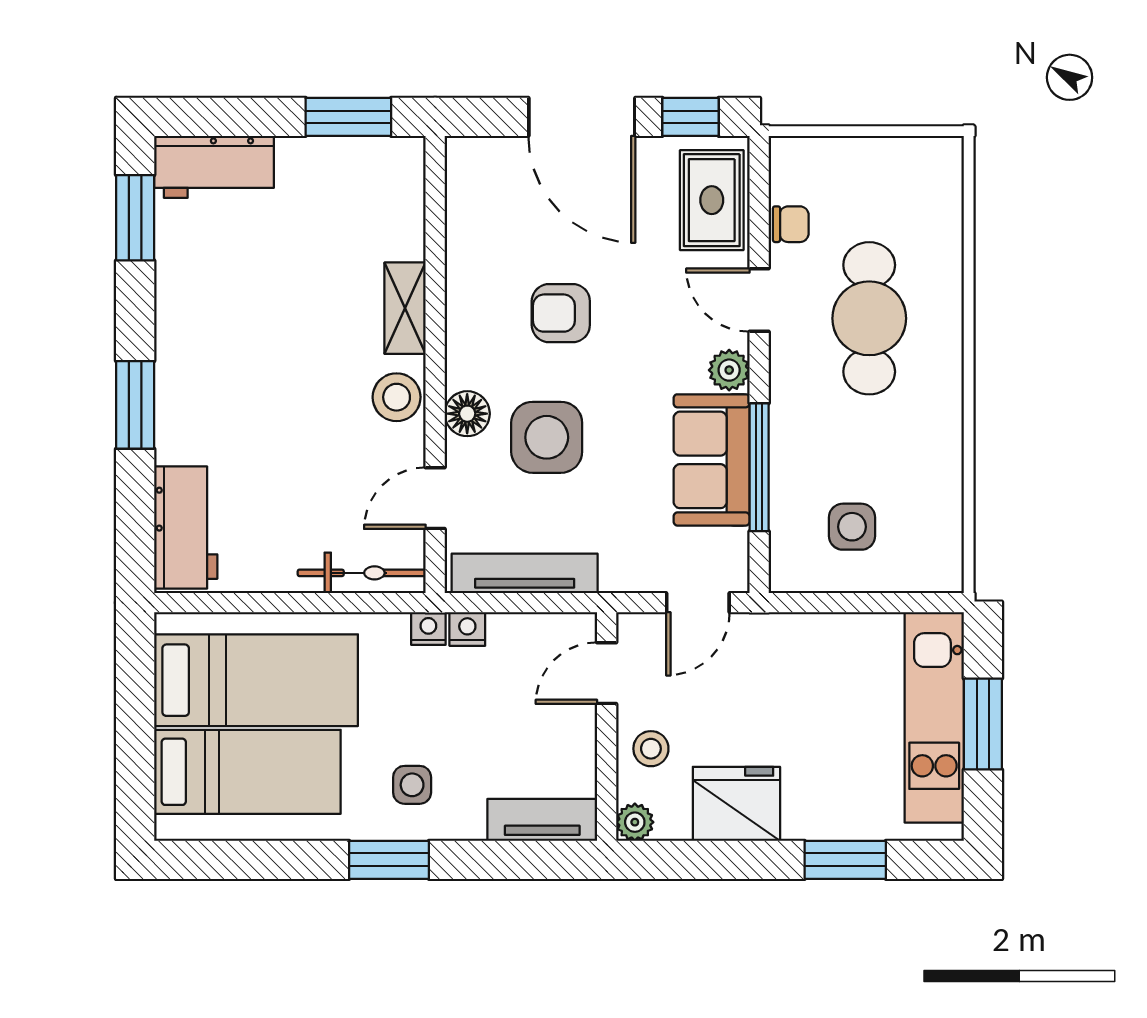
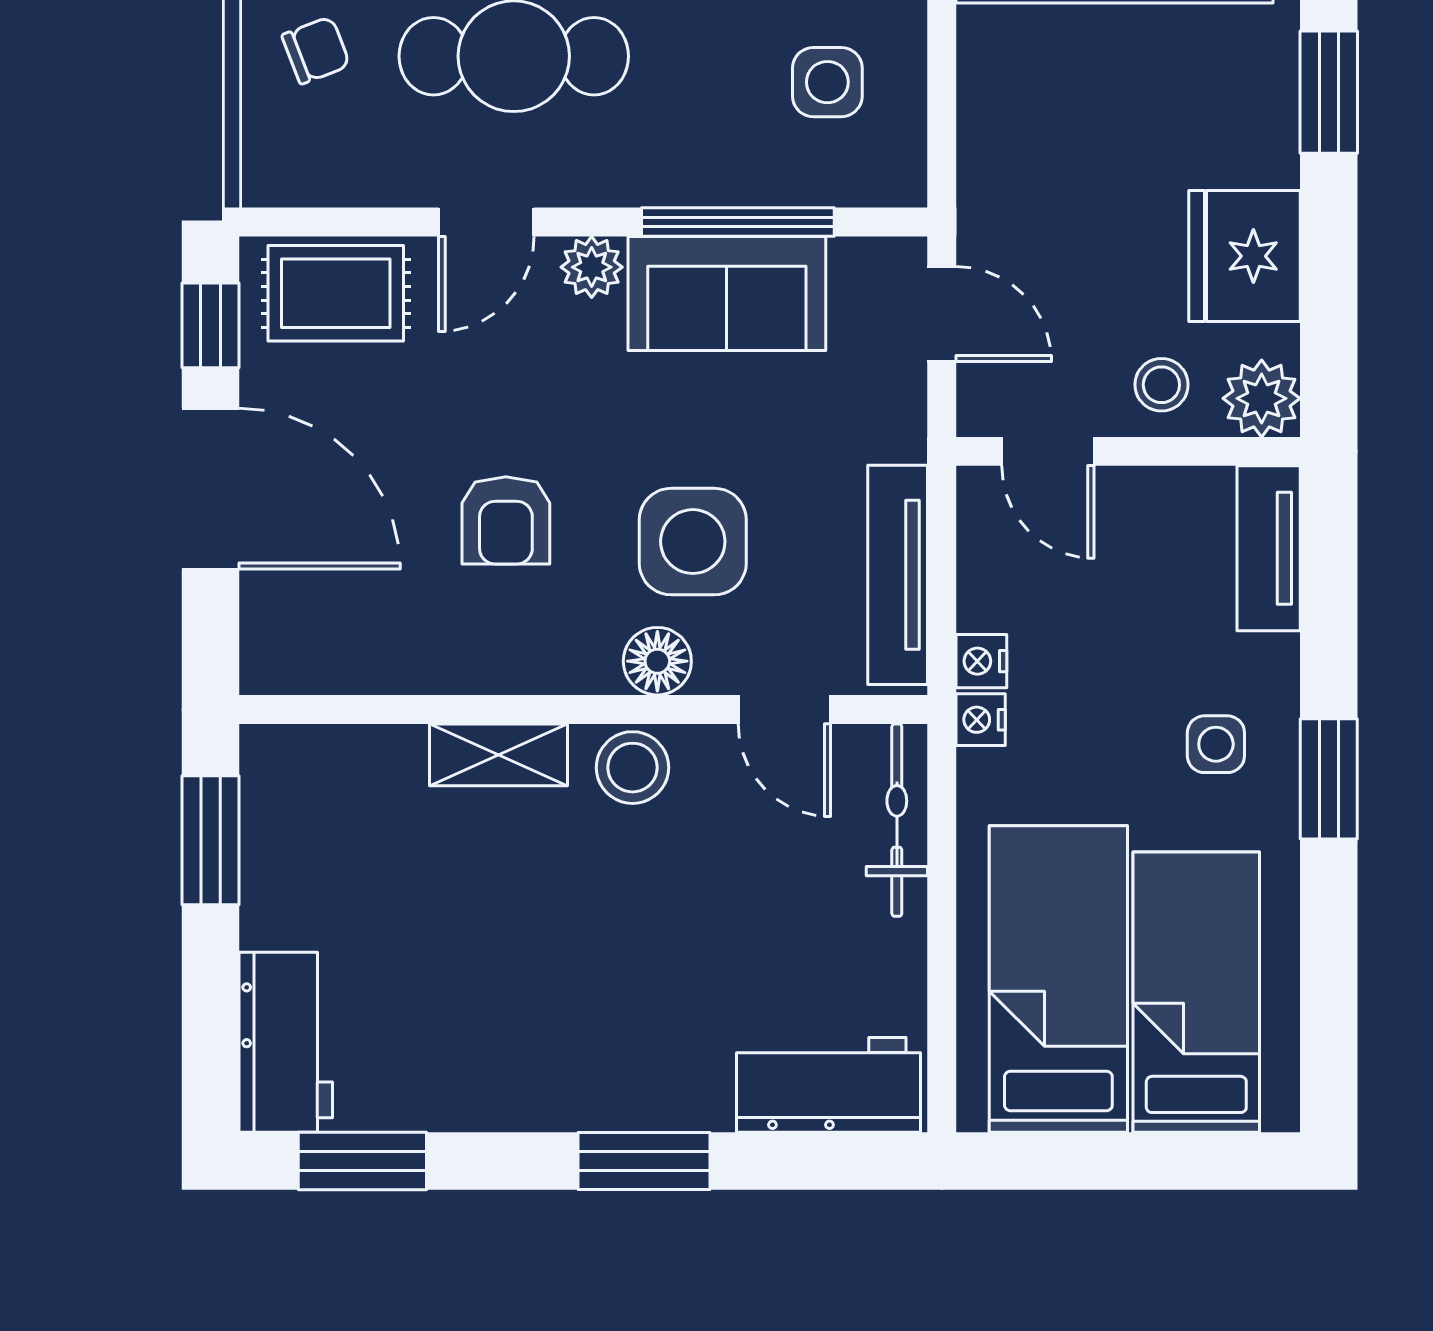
door: (582, 117) -> (211, 489), hinge flipped
chair: (791, 224) -> (316, 50), moved, turned 69
plant: (635, 822) -> (1262, 398), width x1.38, depth x1.38

